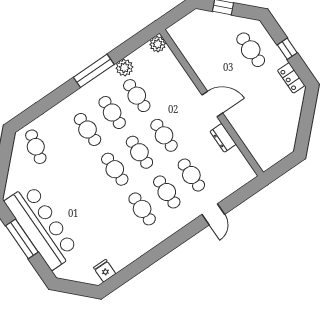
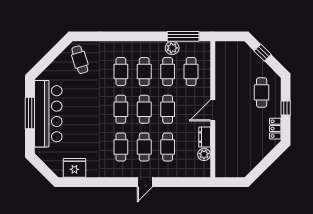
plant: (158, 44) -> (204, 154), moved
window: (94, 71) -> (183, 36), moved
cafe table: (161, 79) -> (191, 72), added
door: (212, 104) -> (213, 110), swing flipped
cafe table: (36, 147) -> (80, 60), turned -31
door: (213, 214) -> (145, 182), moved
fridge: (105, 271) -> (74, 168), width x1.88, depth x1.34

